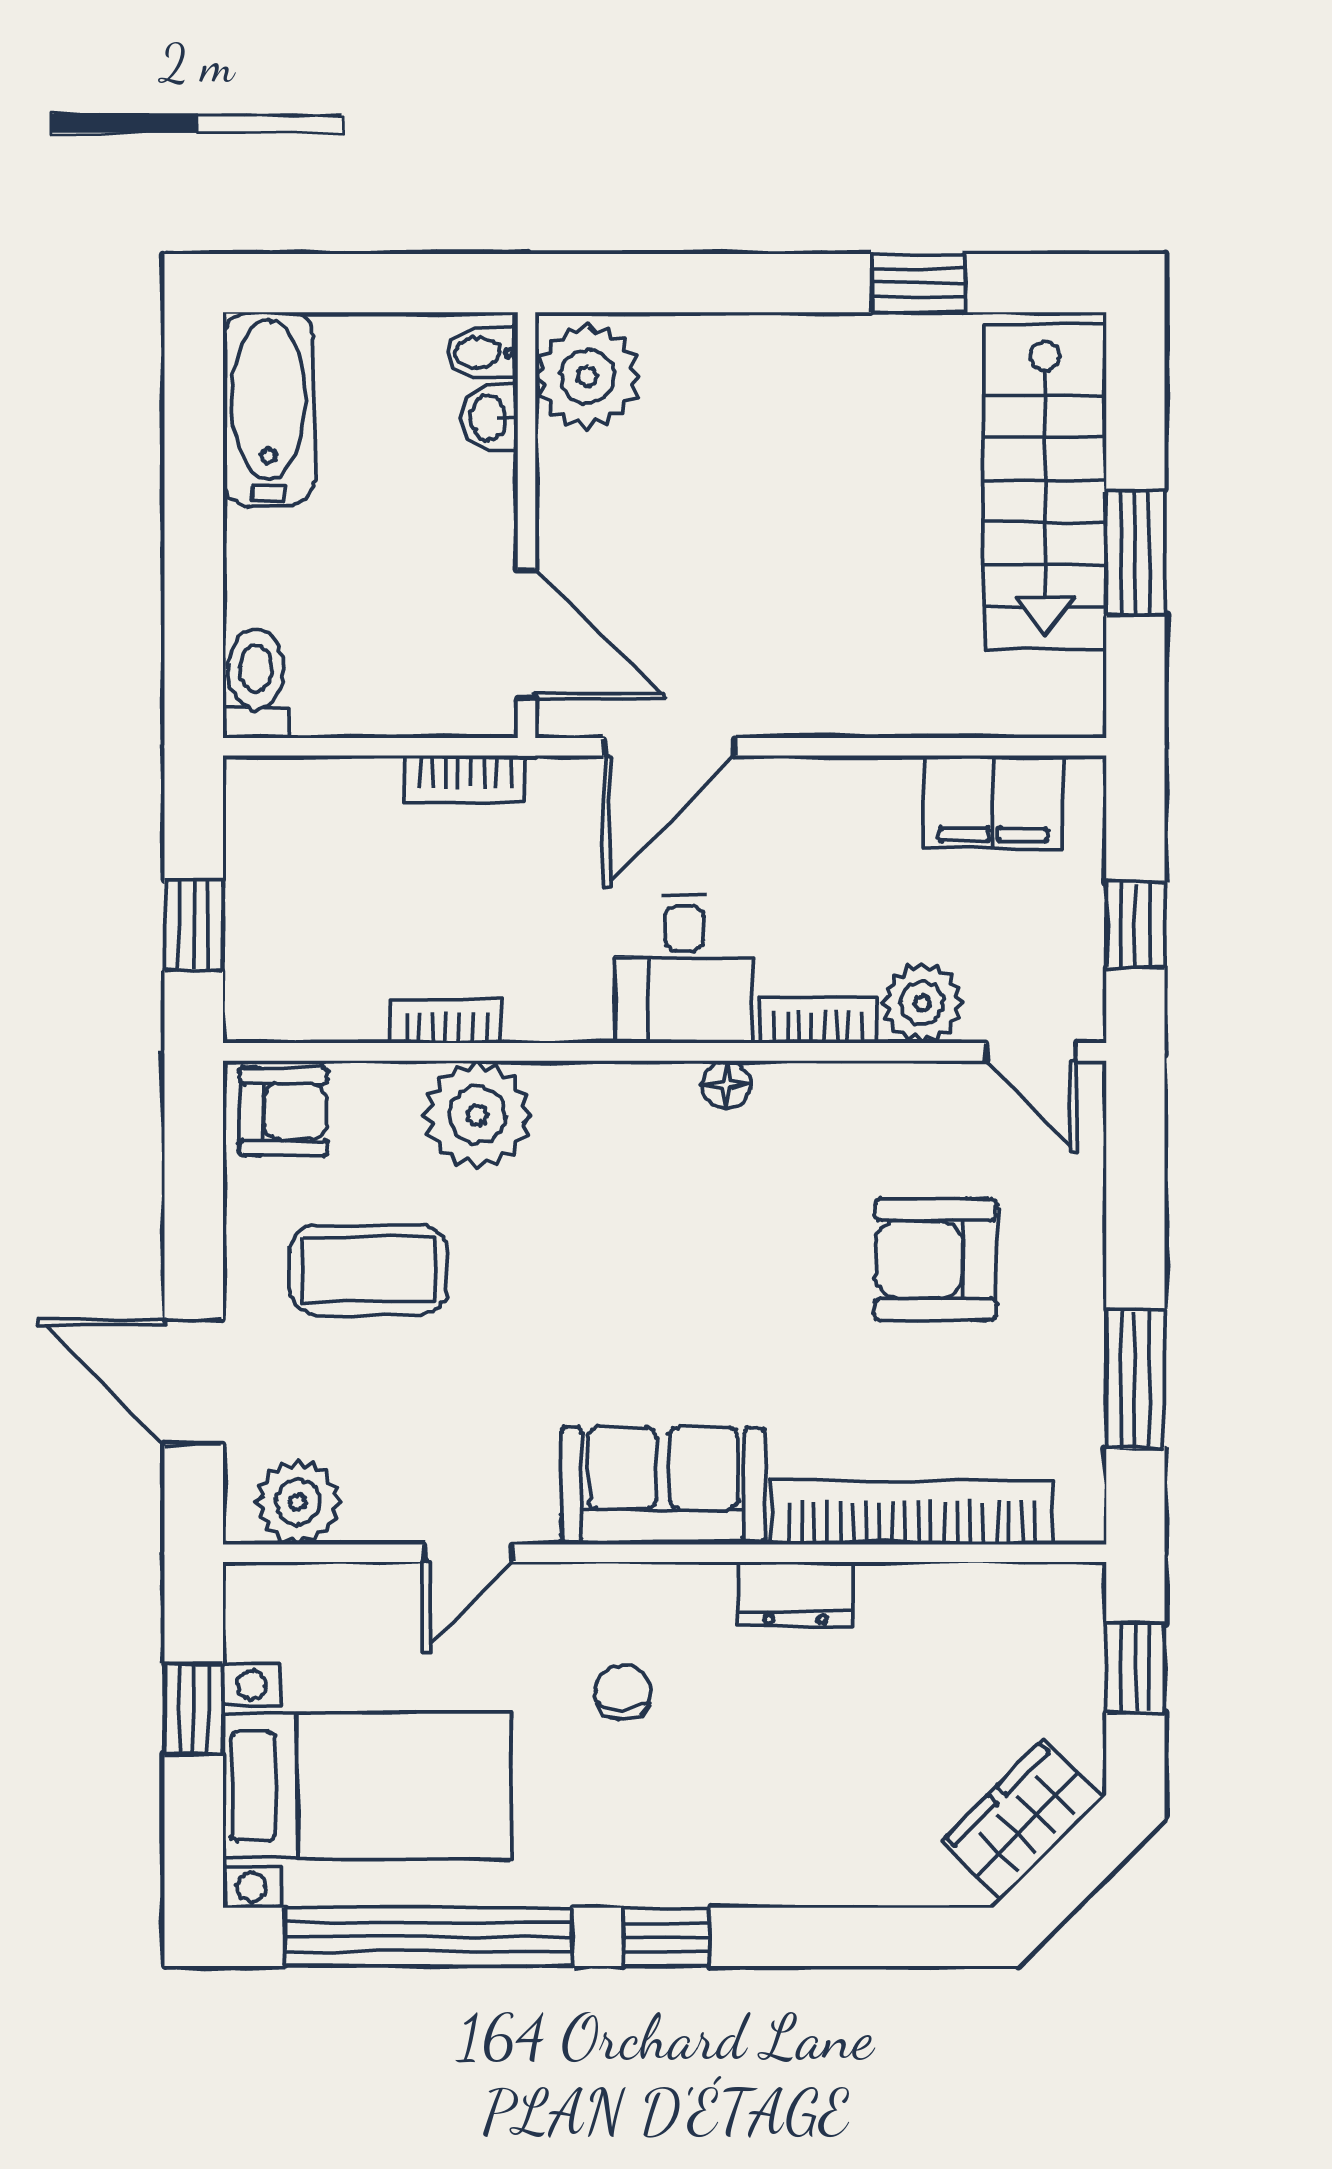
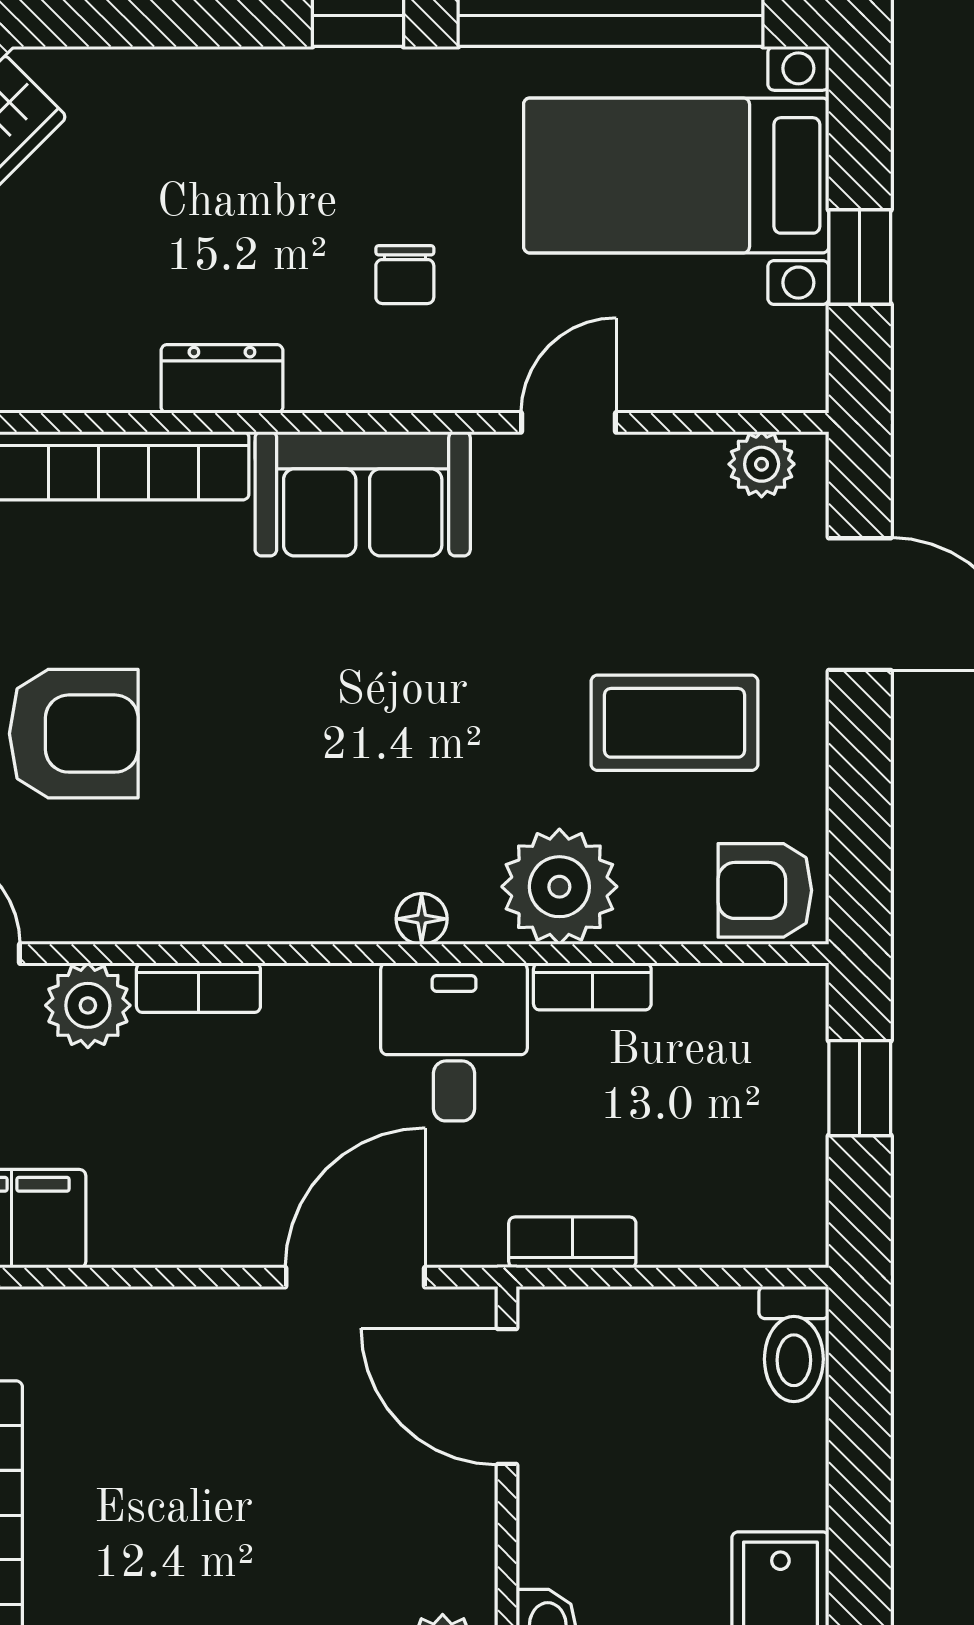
desk: (684, 969) -> (454, 1042), moved
floor lamp: (726, 1085) -> (422, 919), moved
plant: (298, 1502) -> (762, 464), width x0.73, depth x0.73

